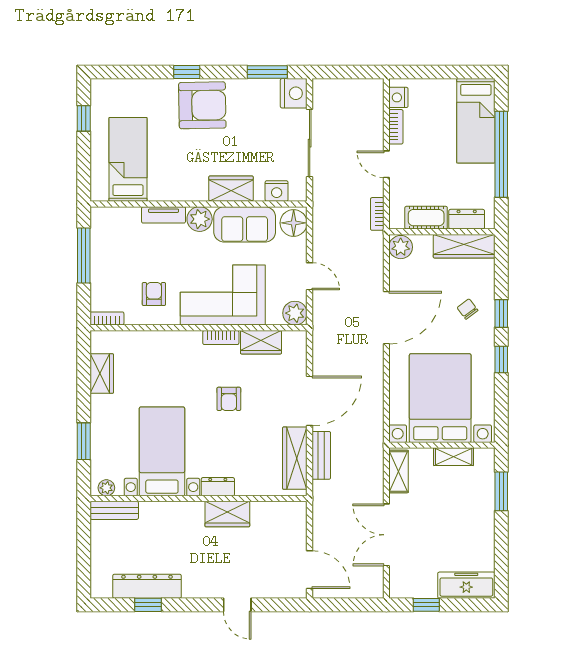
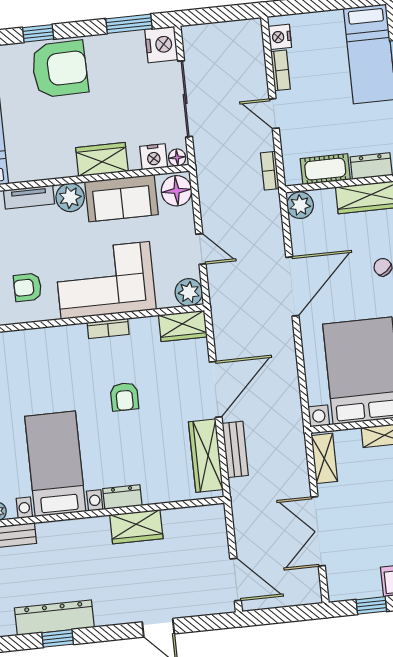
floor lamp: (297, 194) -> (177, 158), added
armchair: (154, 294) -> (28, 287), turned -90
wardrobe: (261, 342) -> (183, 326), moved

